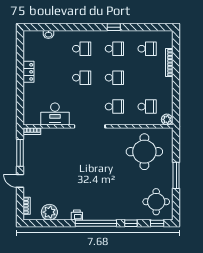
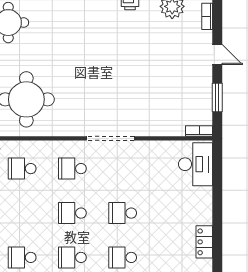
locker: (29, 72) -> (204, 242), moved
desk: (55, 114) -> (196, 164), moved, turned 90
window: (20, 153) -> (217, 98), width x0.69

